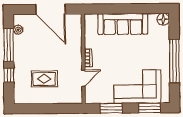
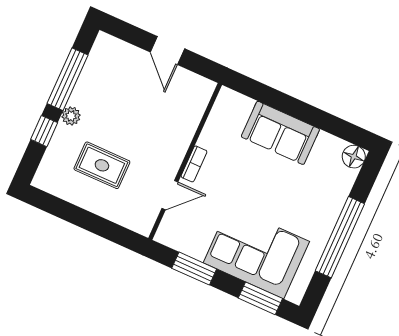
door: (50, 9) -> (167, 50), width x0.53
sofa: (123, 24) -> (280, 133), width x0.73
plant: (18, 30) -> (71, 116), moved

